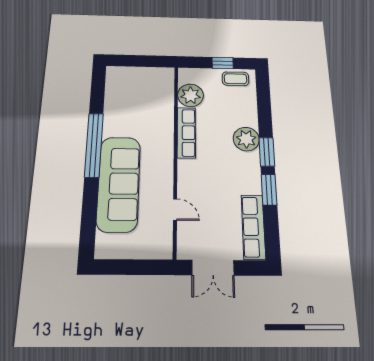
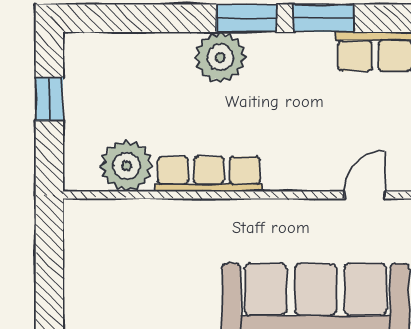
coffee table: (235, 79) -> (86, 74), removed

